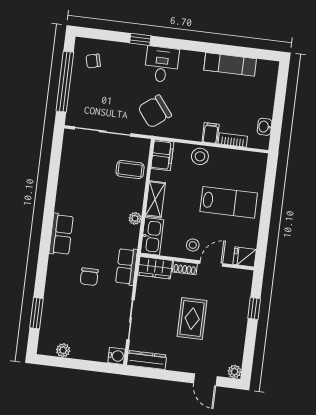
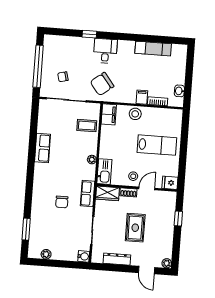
chair: (93, 61) -> (63, 77), moved
shelving: (155, 199) -> (105, 145), removed
row of seats: (61, 234) -> (43, 148), moved
dresser: (147, 360) -> (117, 259), moved

